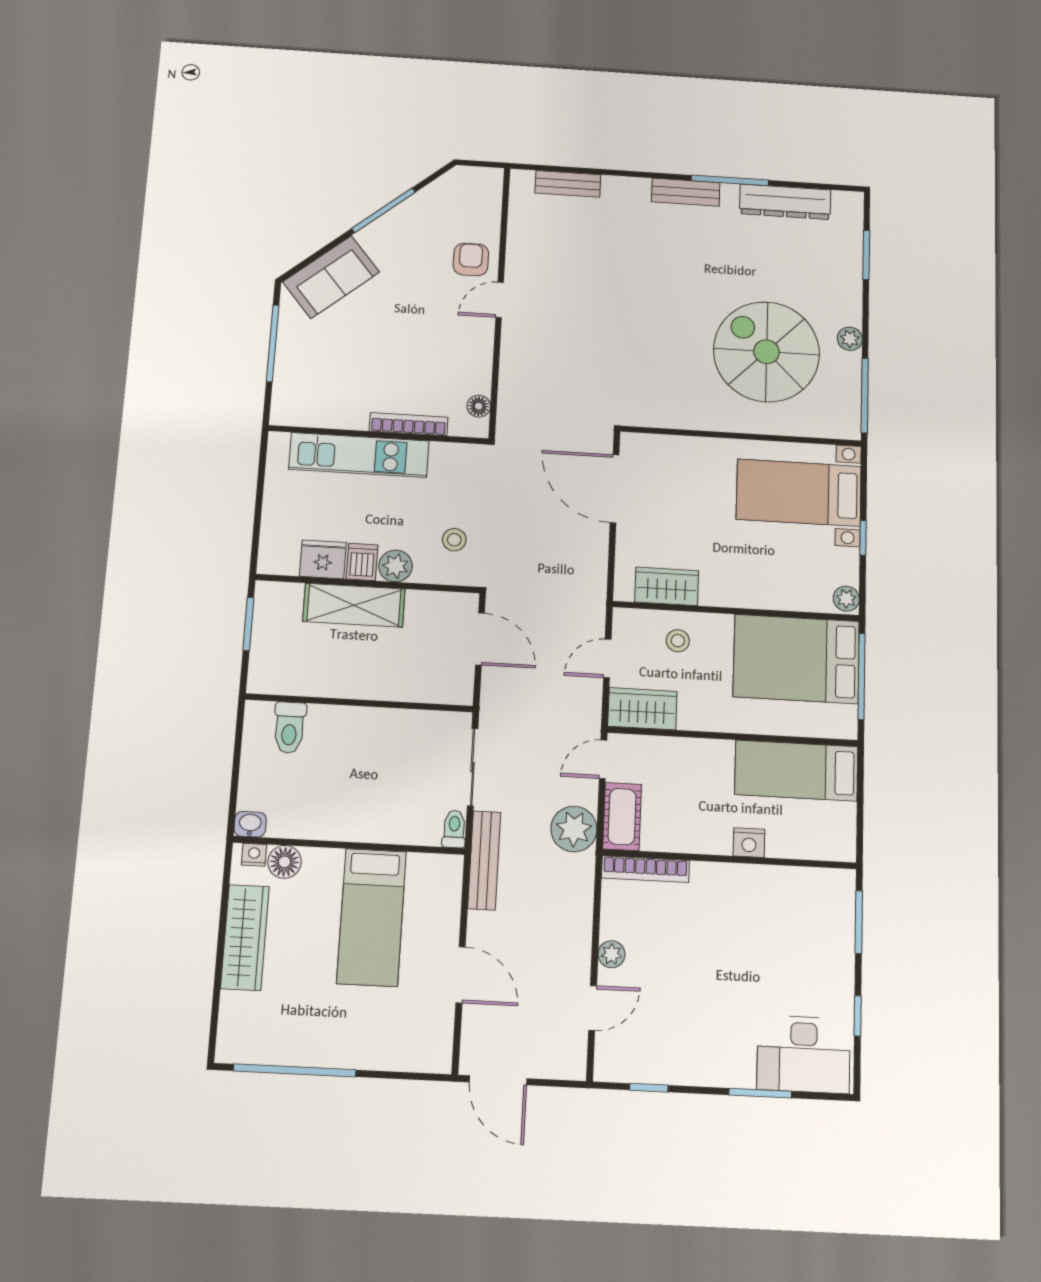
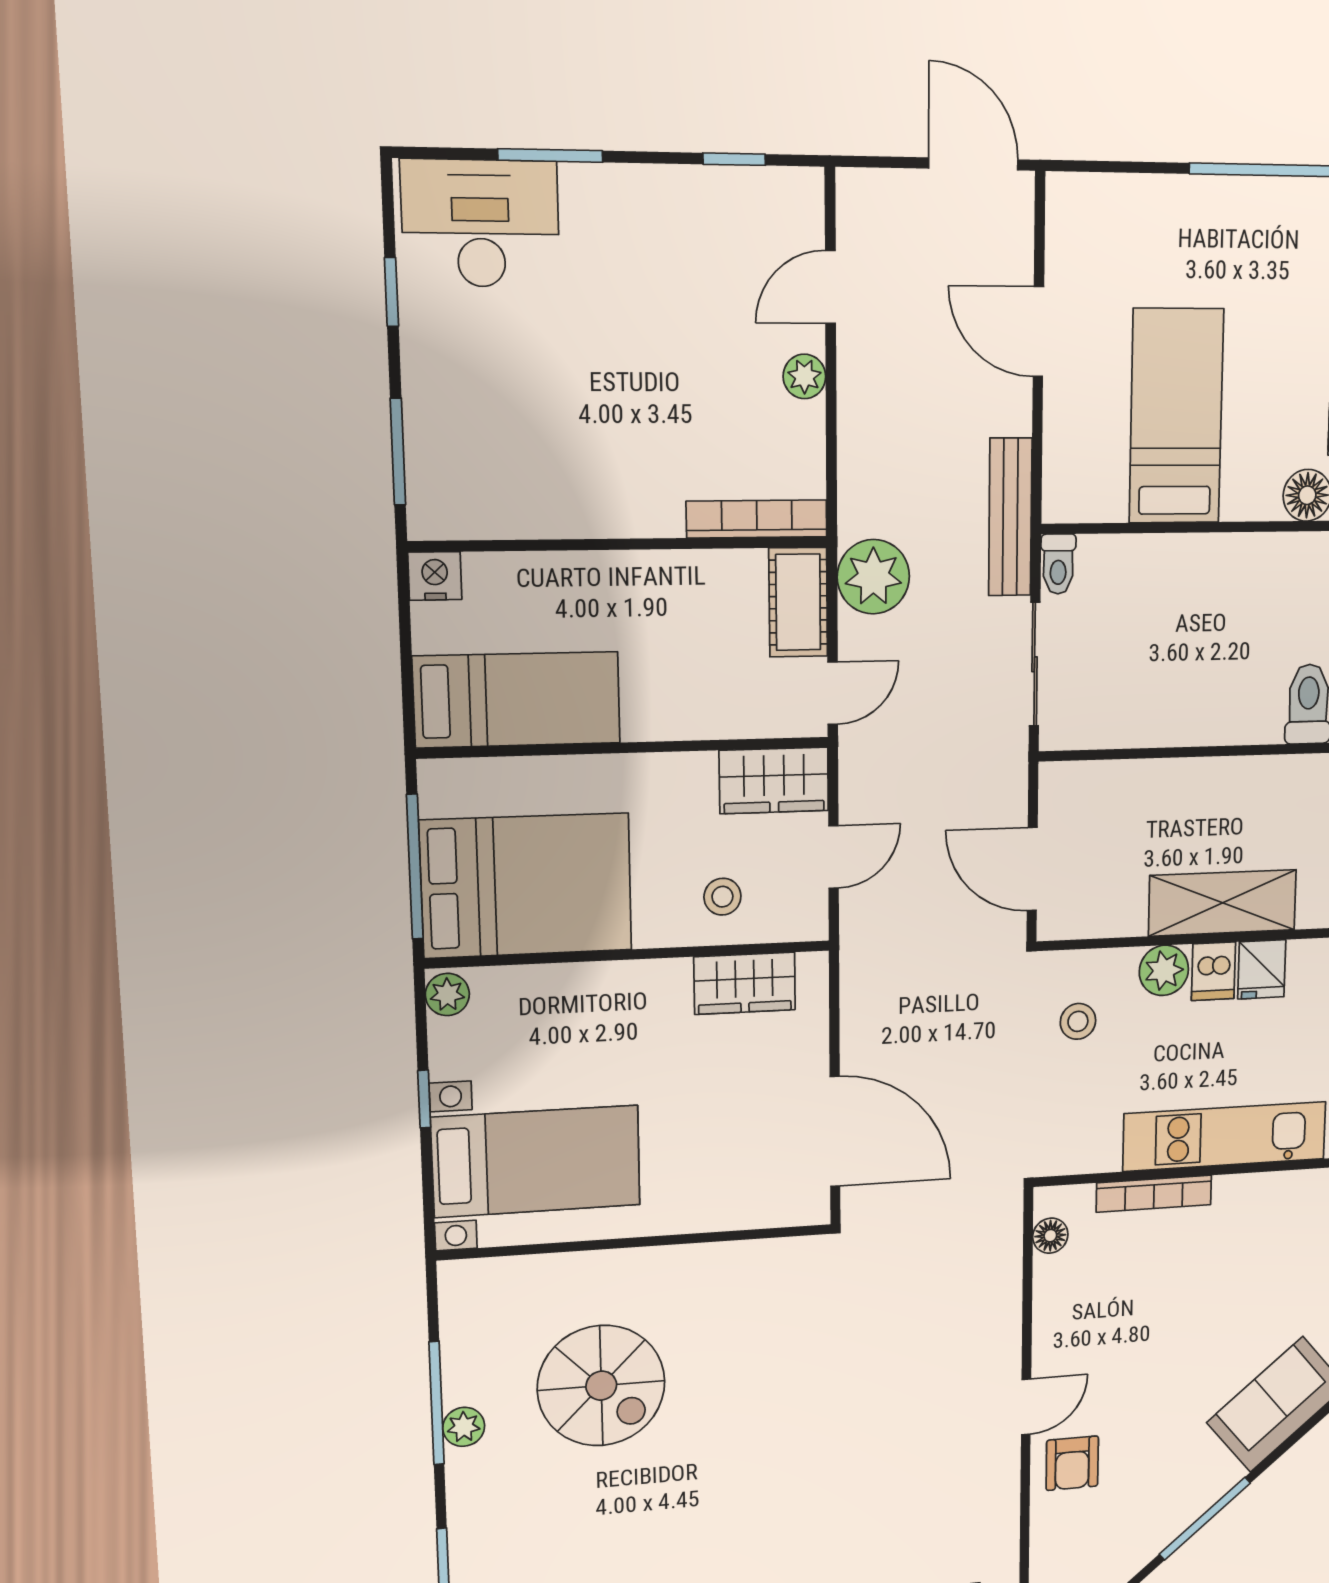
spiral stairs: (767, 352) -> (601, 1386), width x0.73, depth x0.73
window: (865, 395) -> (437, 1403), moved
fridge: (323, 559) -> (1262, 969), width x0.72
nightstand: (749, 843) -> (435, 576), moved

